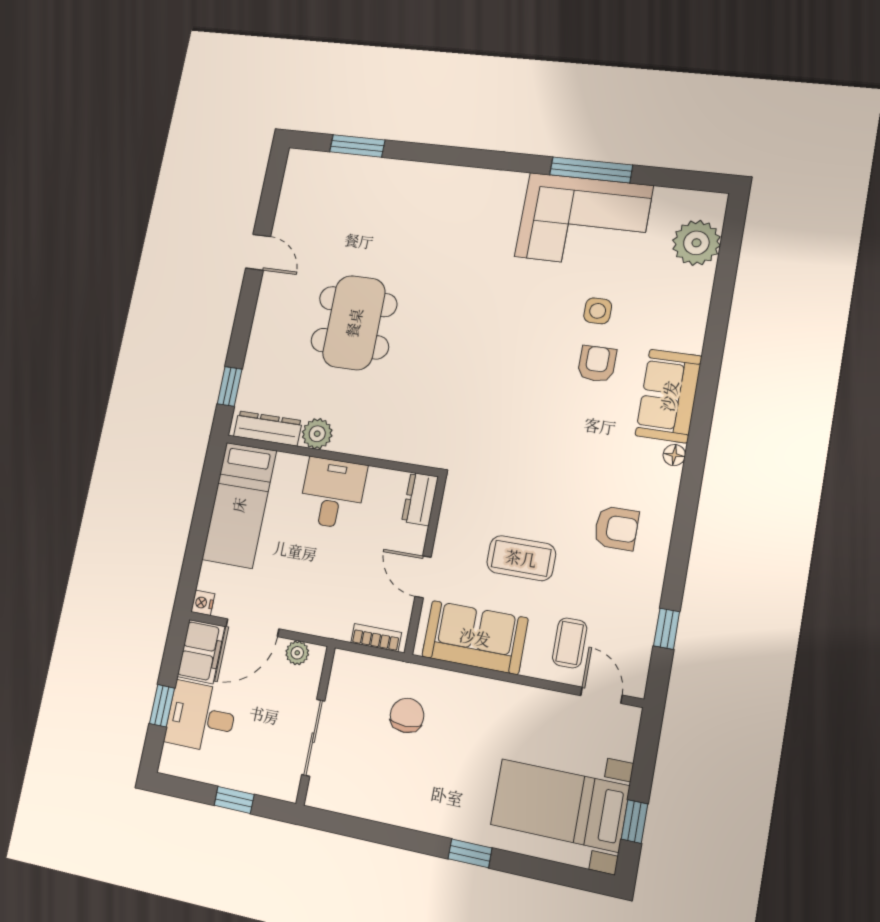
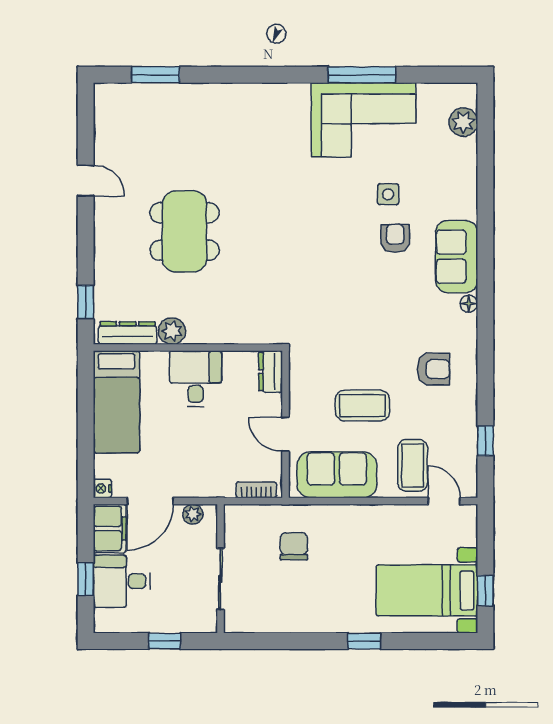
plant: (696, 243) -> (463, 122), width x0.73, depth x0.73
coffee table: (570, 643) -> (413, 465), width x1.36, depth x1.30

